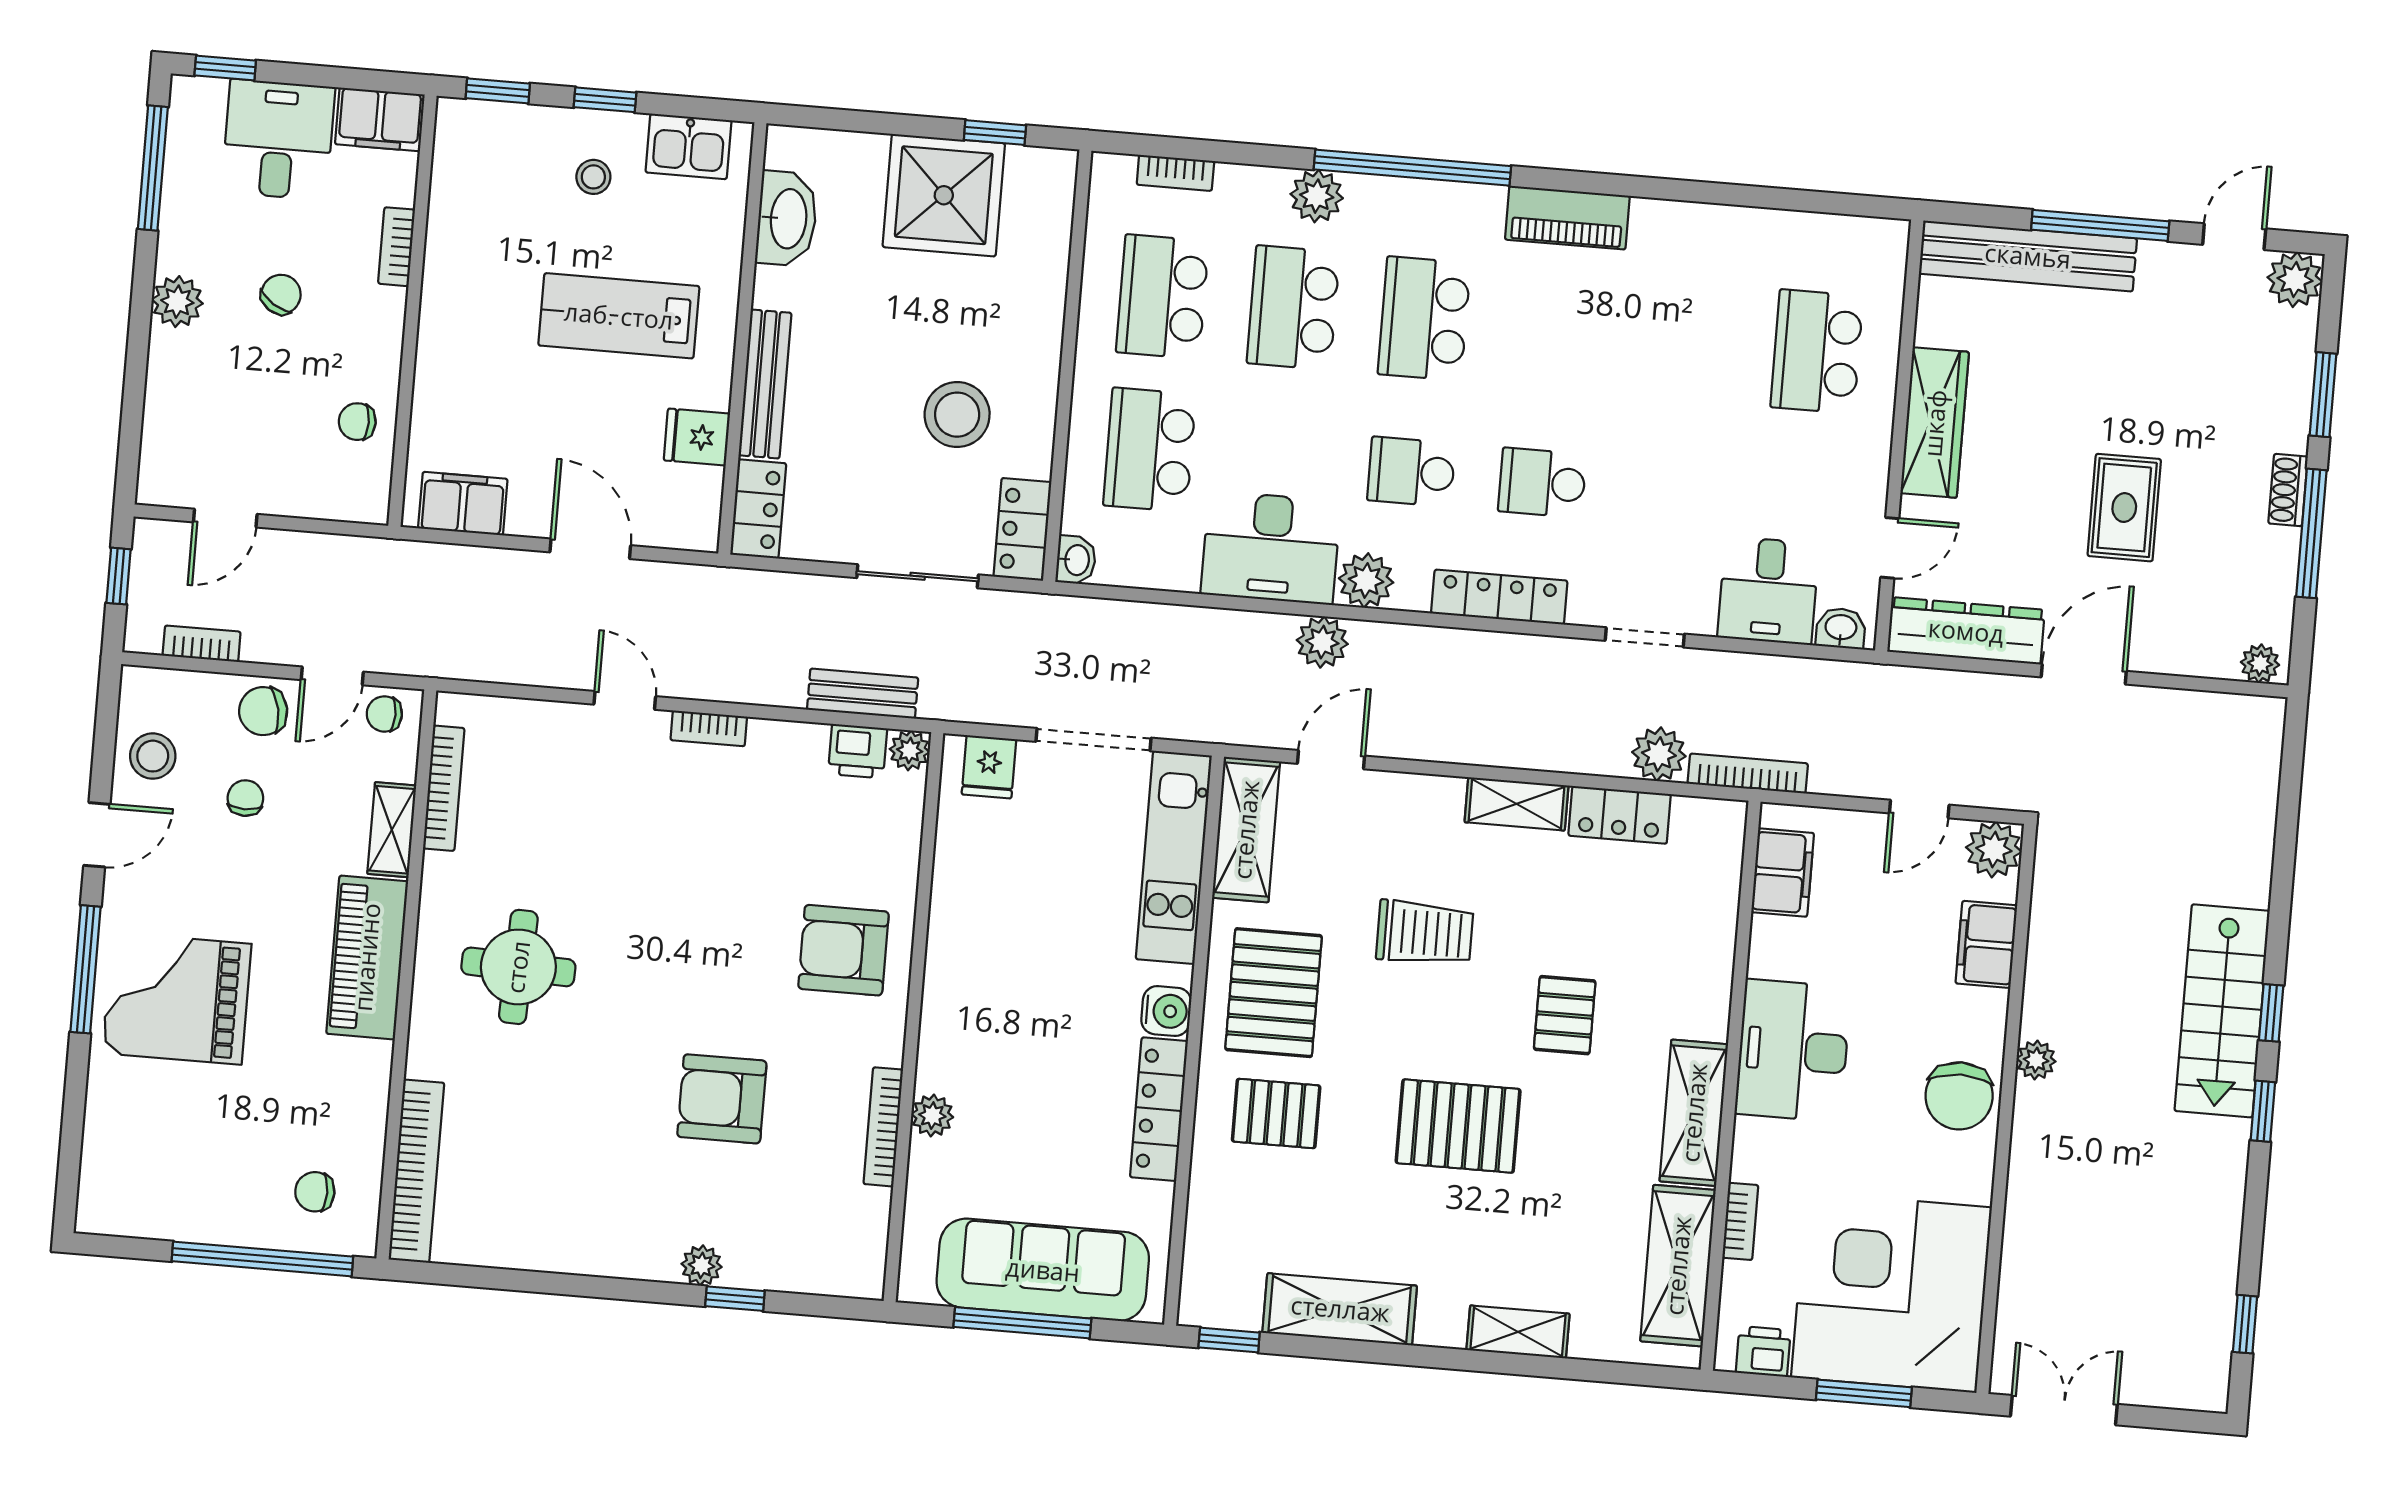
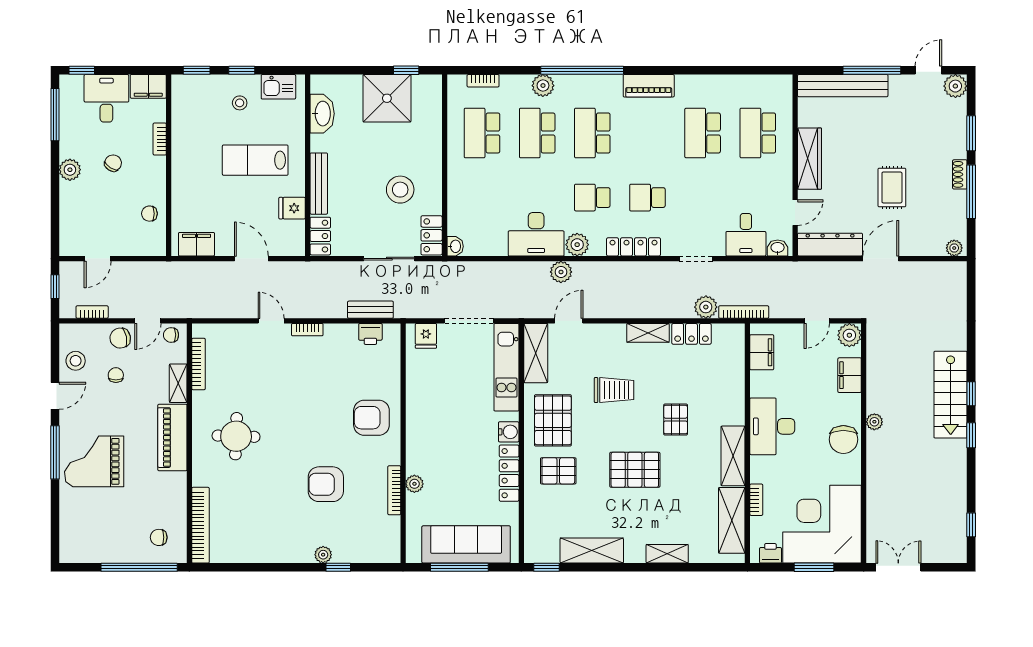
school desk: (1150, 450) -> (703, 133), moved
plant: (910, 750) -> (392, 332), removed

